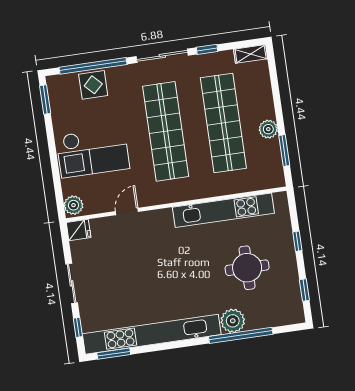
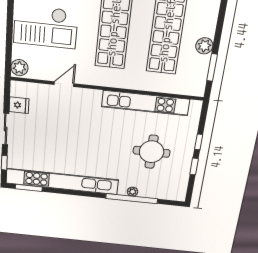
fridge: (79, 230) -> (19, 105), moved
window: (304, 290) -> (194, 166), moved
plant: (233, 321) -> (132, 192), width x0.53, depth x0.53

